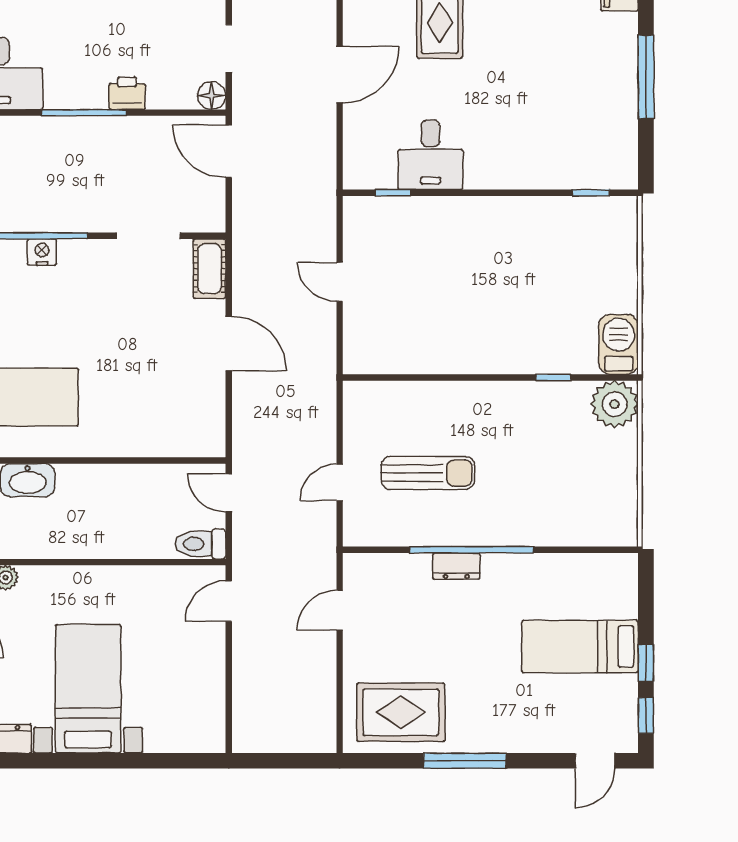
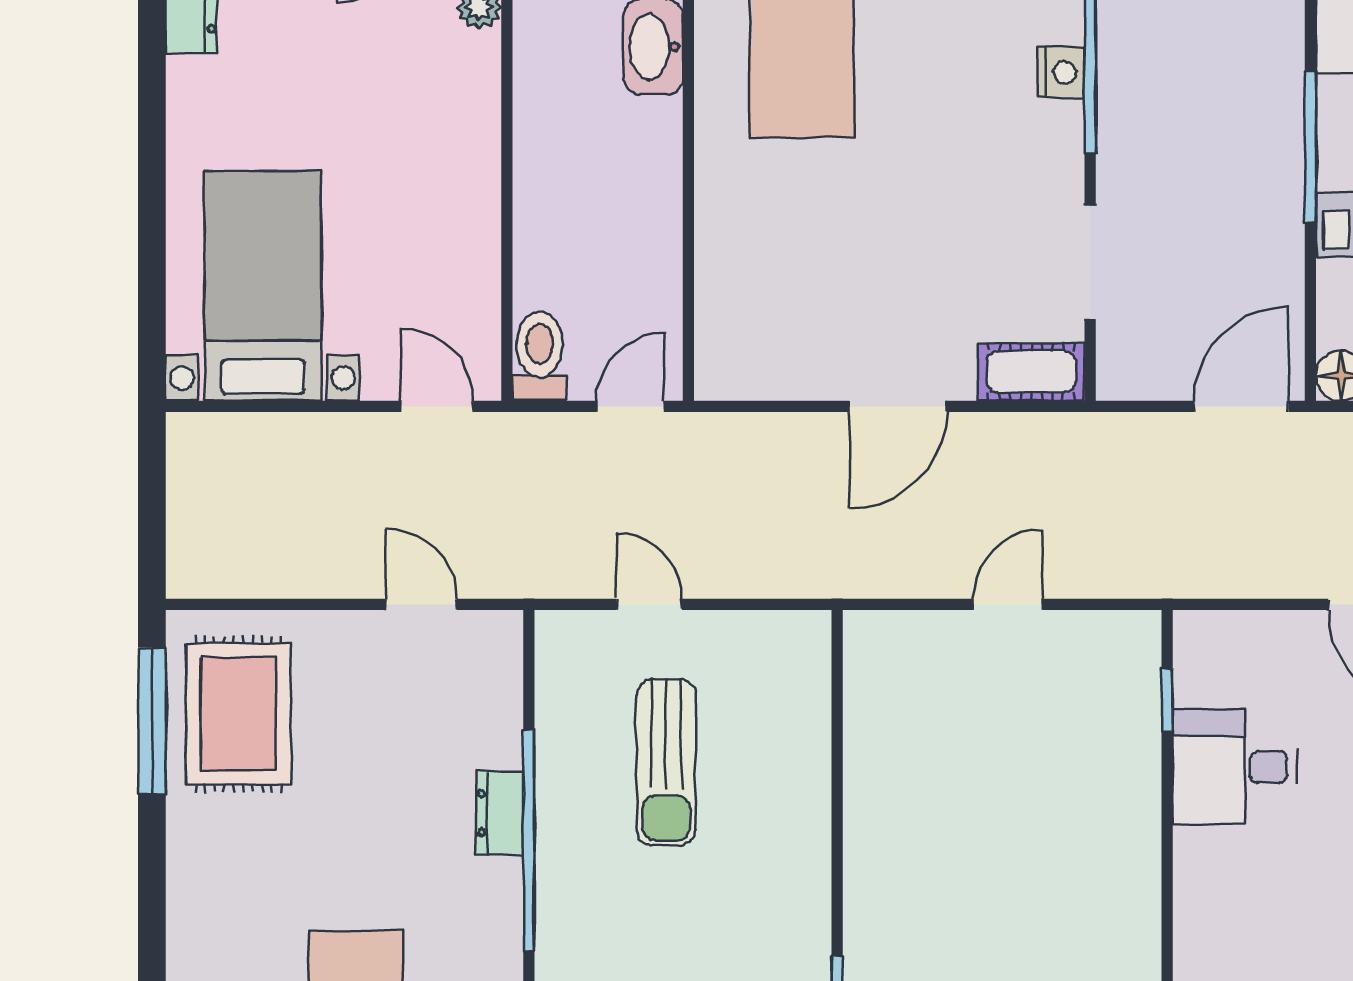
bed with nightstands: (88, 689) -> (263, 286), moved, turned -90
window: (465, 761) -> (152, 721), moved

